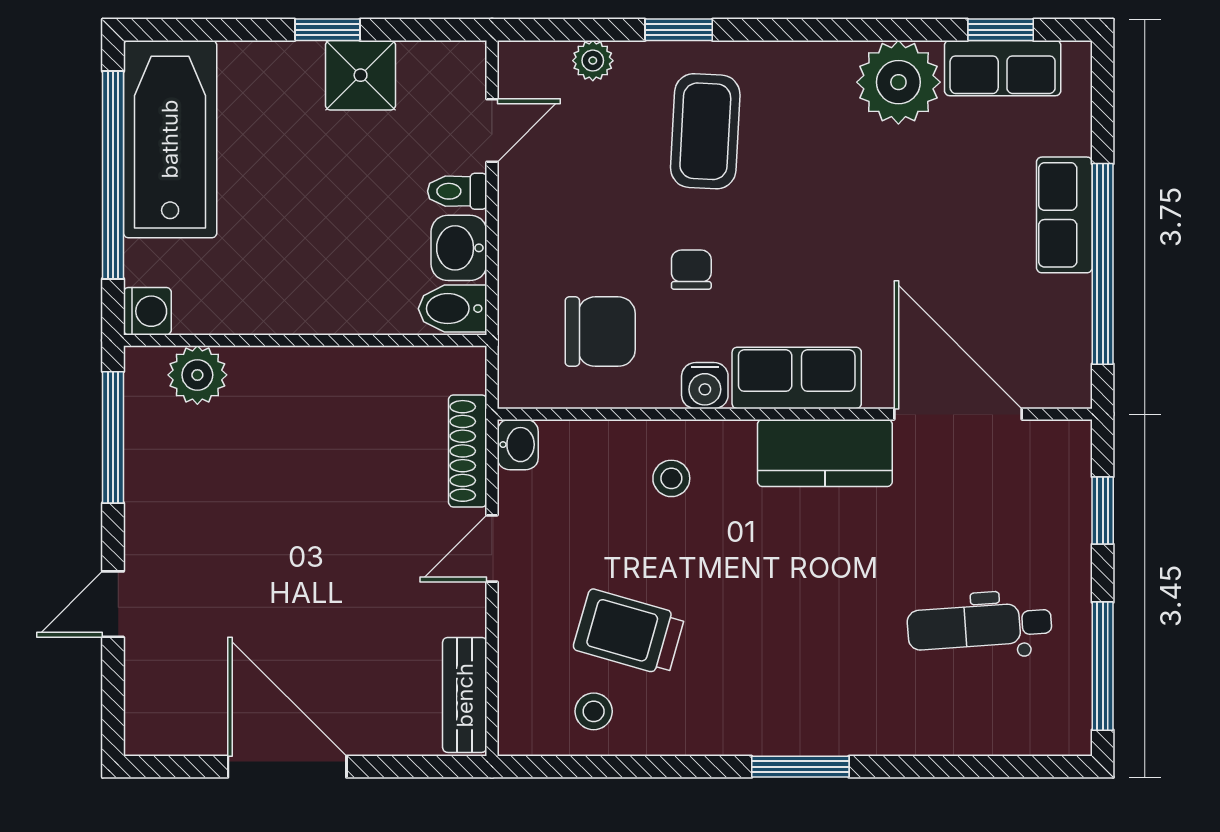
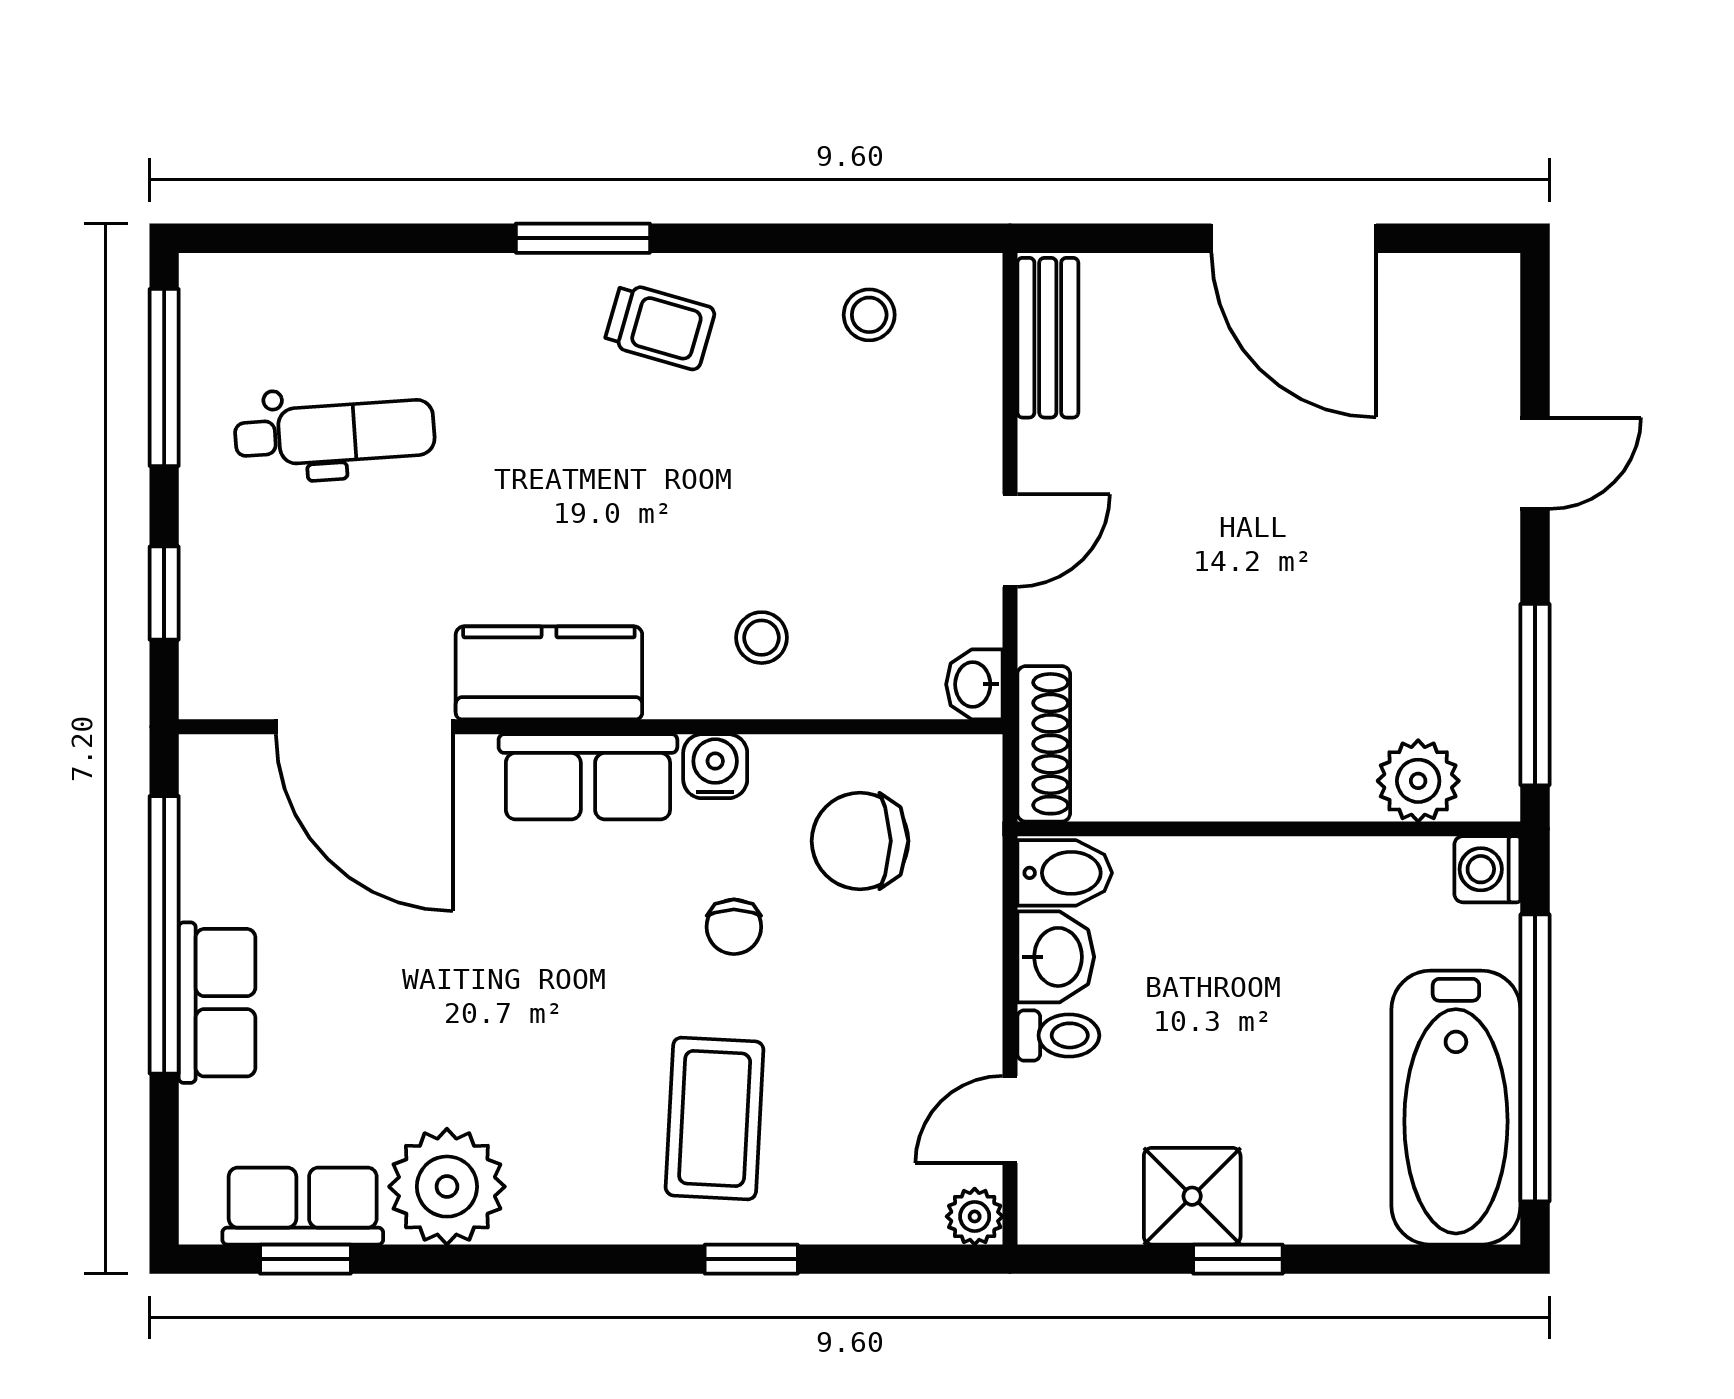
plant: (593, 61) -> (975, 1216), moved
shoe rack: (468, 451) -> (1044, 744), moved
trolley: (629, 632) -> (660, 326), moved, width x0.73, depth x0.72

